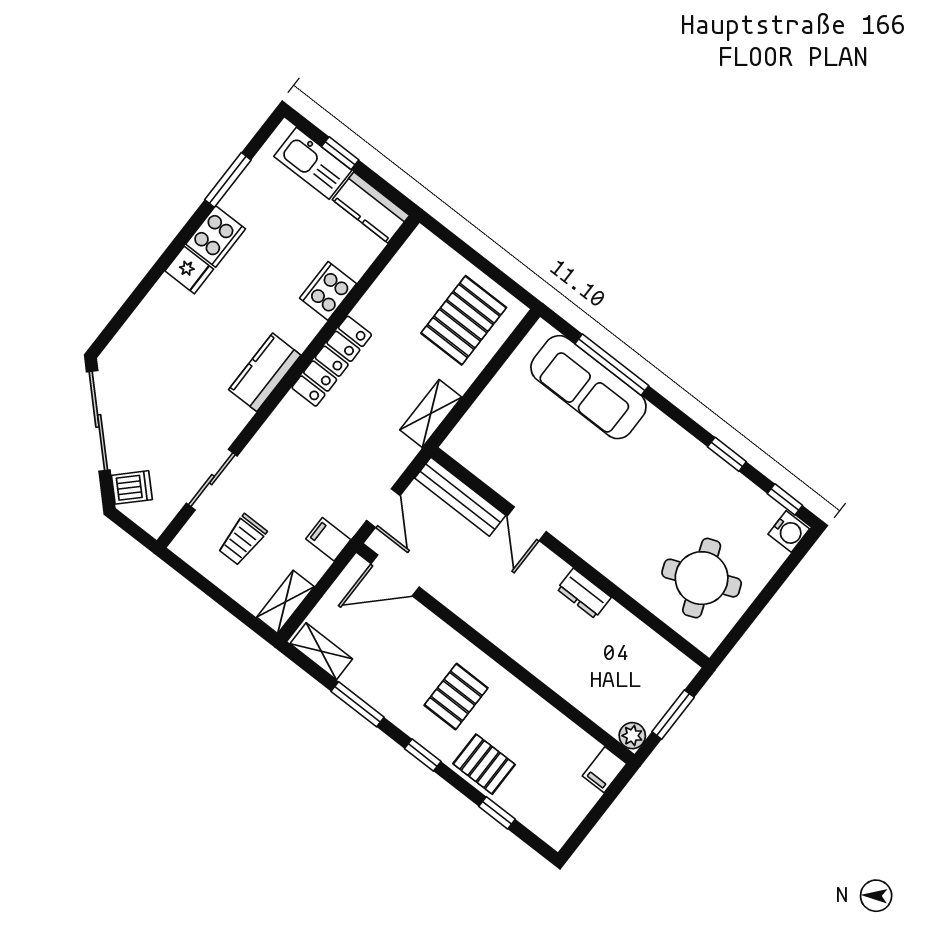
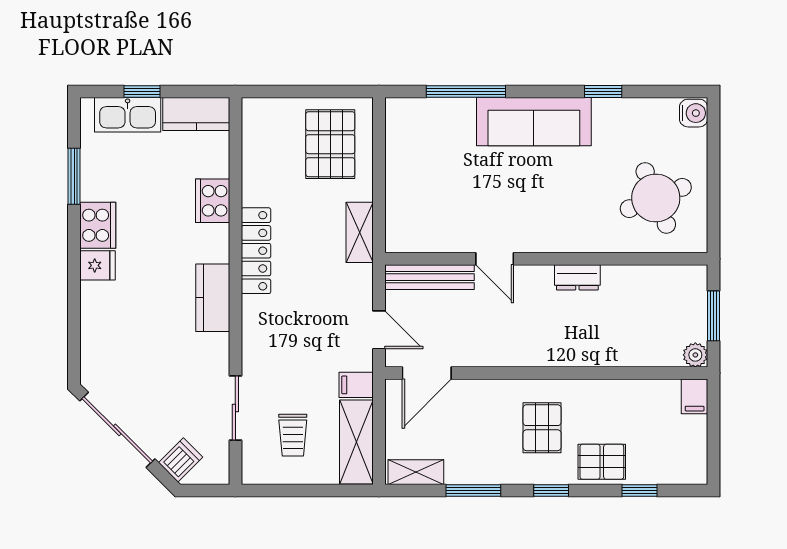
sofa: (588, 387) -> (534, 122), moved
window: (785, 499) -> (672, 92), removed
shelving: (285, 602) -> (356, 442), width x1.50, depth x1.33

